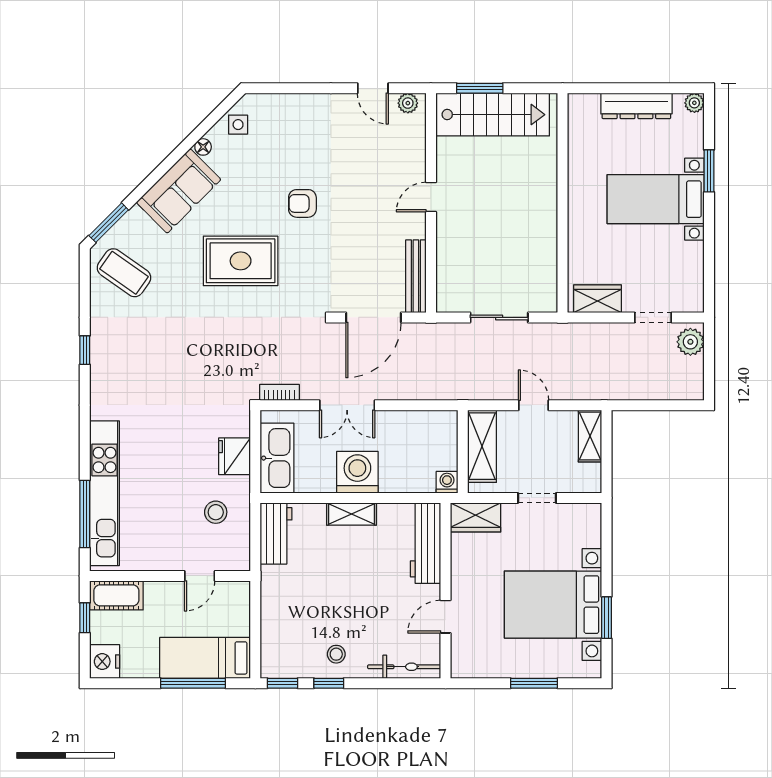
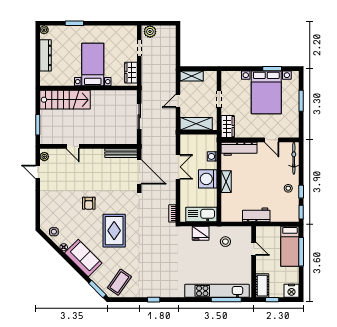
door: (373, 88) -> (38, 172), swing flipped
stairs: (493, 115) -> (65, 100), moved, turned 90
door: (431, 197) -> (73, 146), moved
bed with nightstands: (656, 199) -> (93, 64), moved, turned 180
double door: (347, 405) -> (178, 167), moved
washing machine: (447, 482) -> (212, 156), moved
workbench: (276, 533) -> (256, 215), moved

